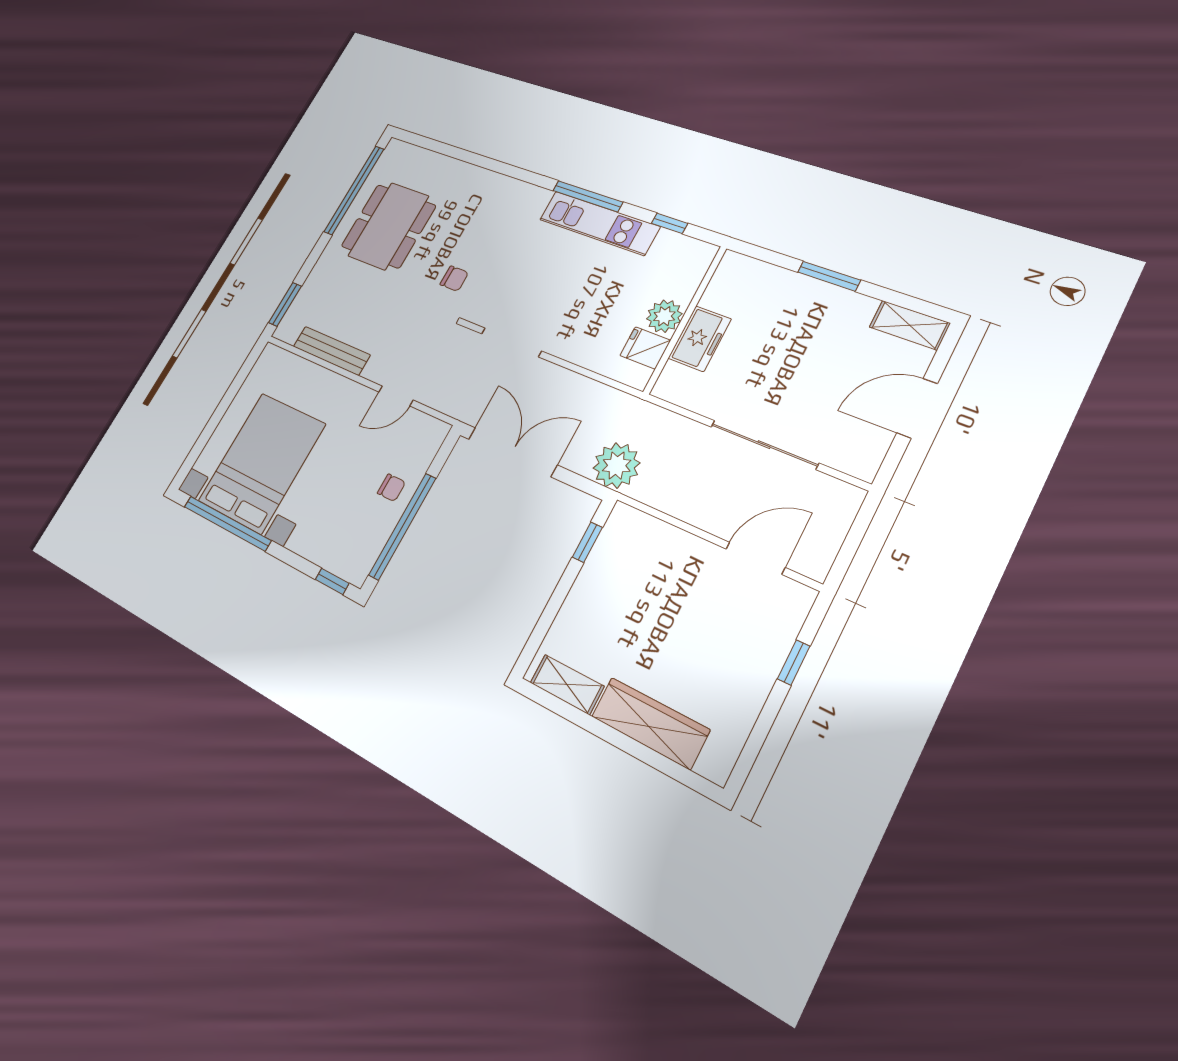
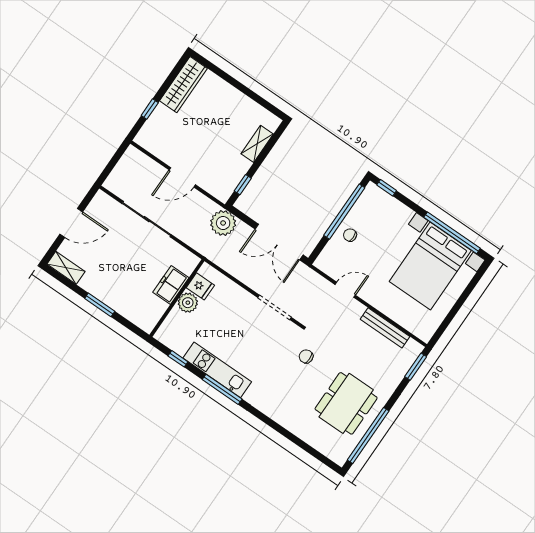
door: (755, 558) -> (182, 177), moved
shelving: (567, 684) -> (257, 144), moved, turned 90
wardrobe: (650, 723) -> (183, 85), moved, turned -90

